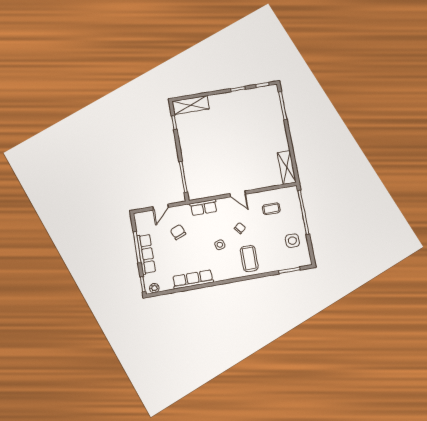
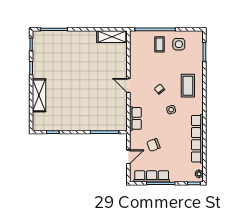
shelving: (191, 105) -> (39, 95), moved
door: (238, 194) -> (128, 86), swing flipped
door: (161, 207) -> (128, 157), hinge flipped
coffee table: (271, 209) -> (159, 44), moved
row of seats: (146, 254) -> (152, 176), moved
coffee table: (249, 258) -> (188, 86), turned 90
row of seats: (193, 279) -> (197, 139), width x1.36

